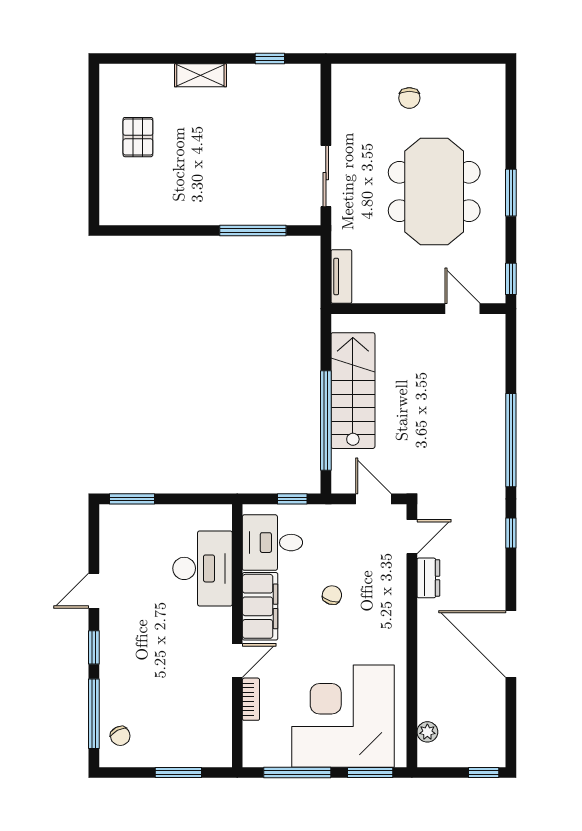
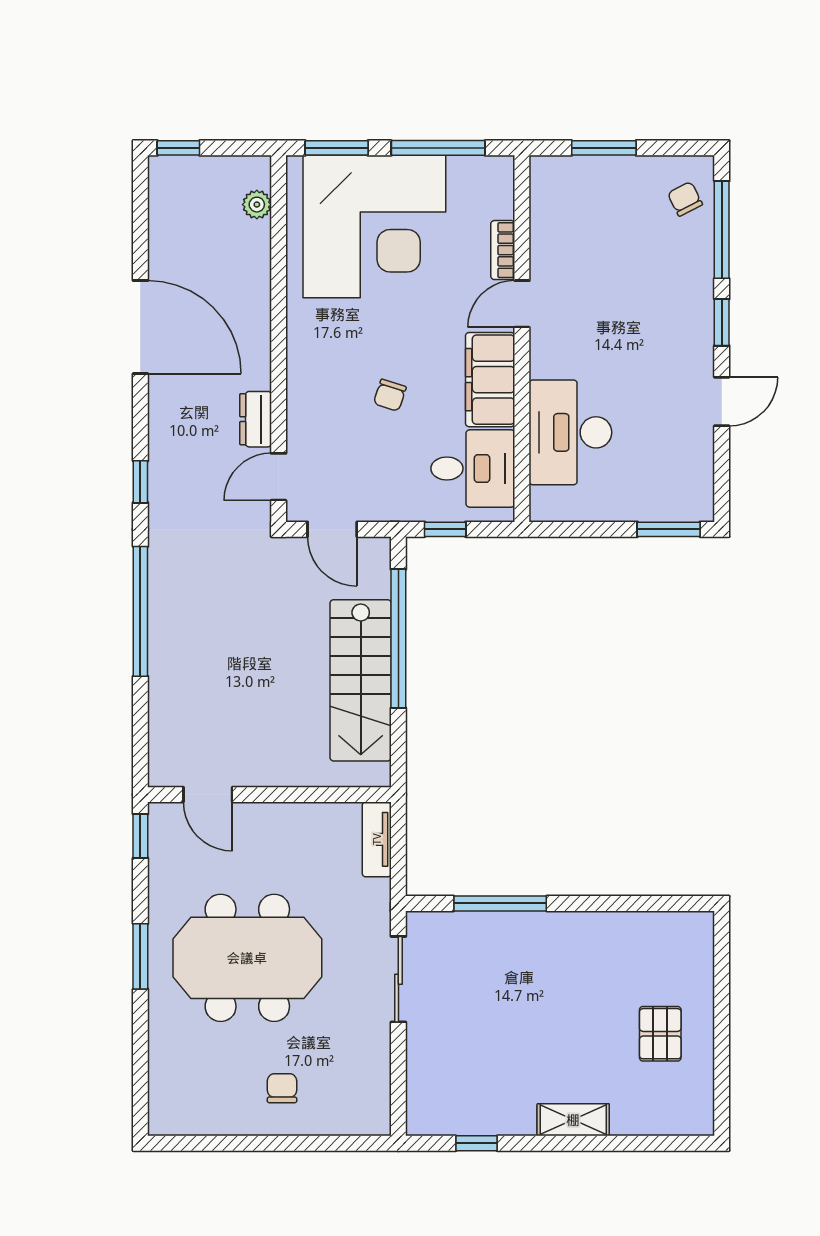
meeting table: (434, 191) -> (247, 958), turned 90

